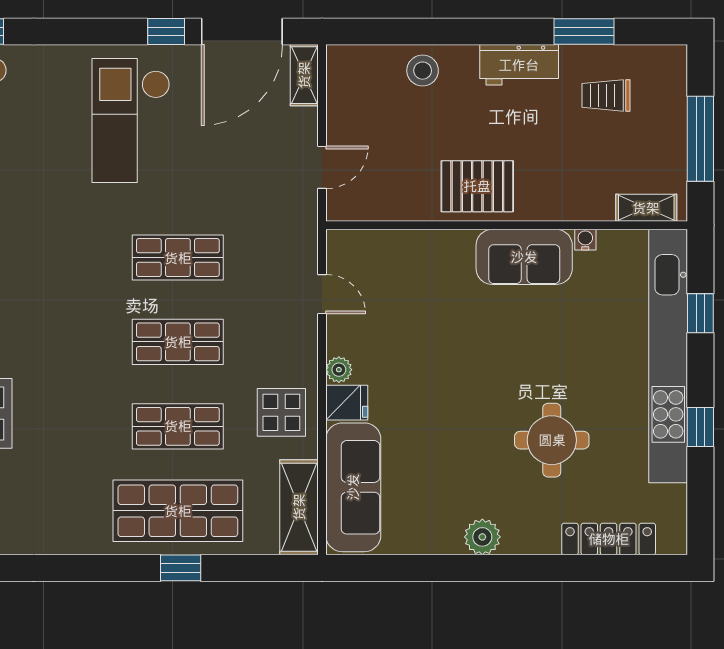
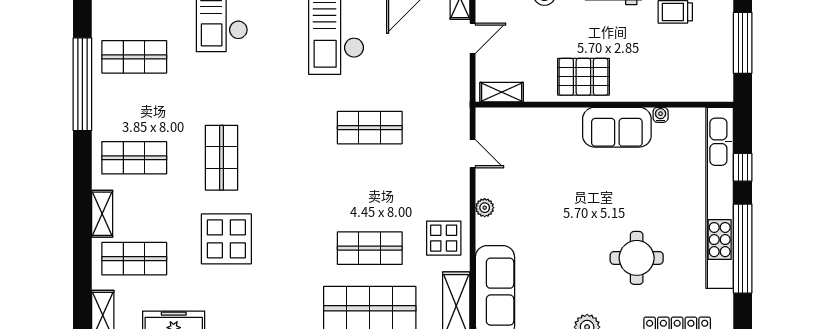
door: (322, 167) -> (473, 38), moved
shelving: (646, 208) -> (502, 92), moved
shop shelf: (178, 342) -> (370, 188), removed
fridge: (347, 403) -> (490, 231), removed
window: (700, 427) -> (743, 249), width x3.17

